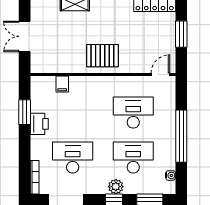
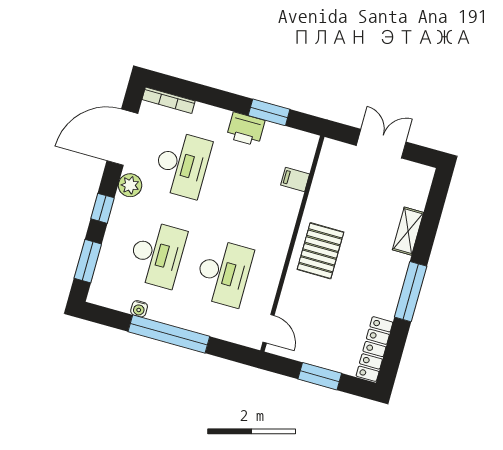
water cooler: (171, 175) -> (139, 309), moved
plant: (116, 187) -> (130, 185), moved

